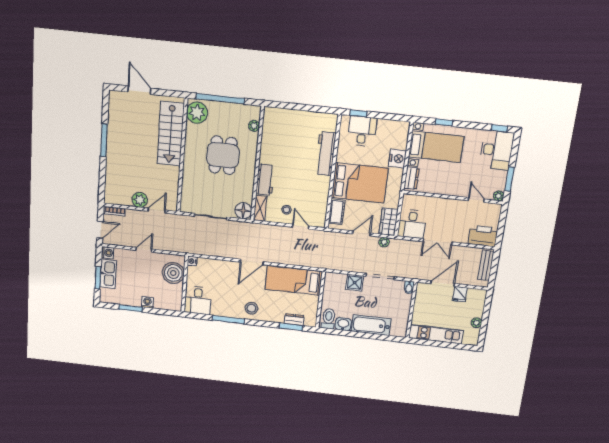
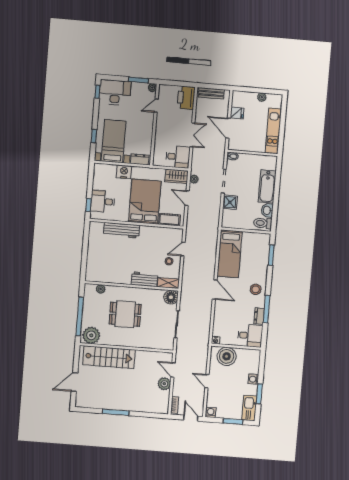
kitchen sink: (108, 274) -> (249, 408), moved, turned -90
dresser: (294, 320) -> (259, 316), moved

